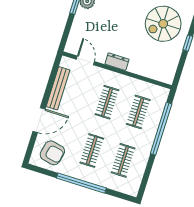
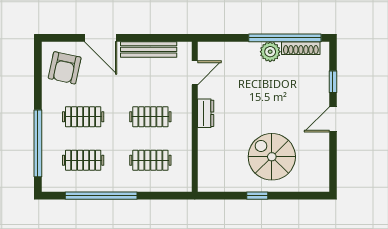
window: (161, 129) -> (101, 196), moved
window: (81, 183) -> (38, 143), moved

